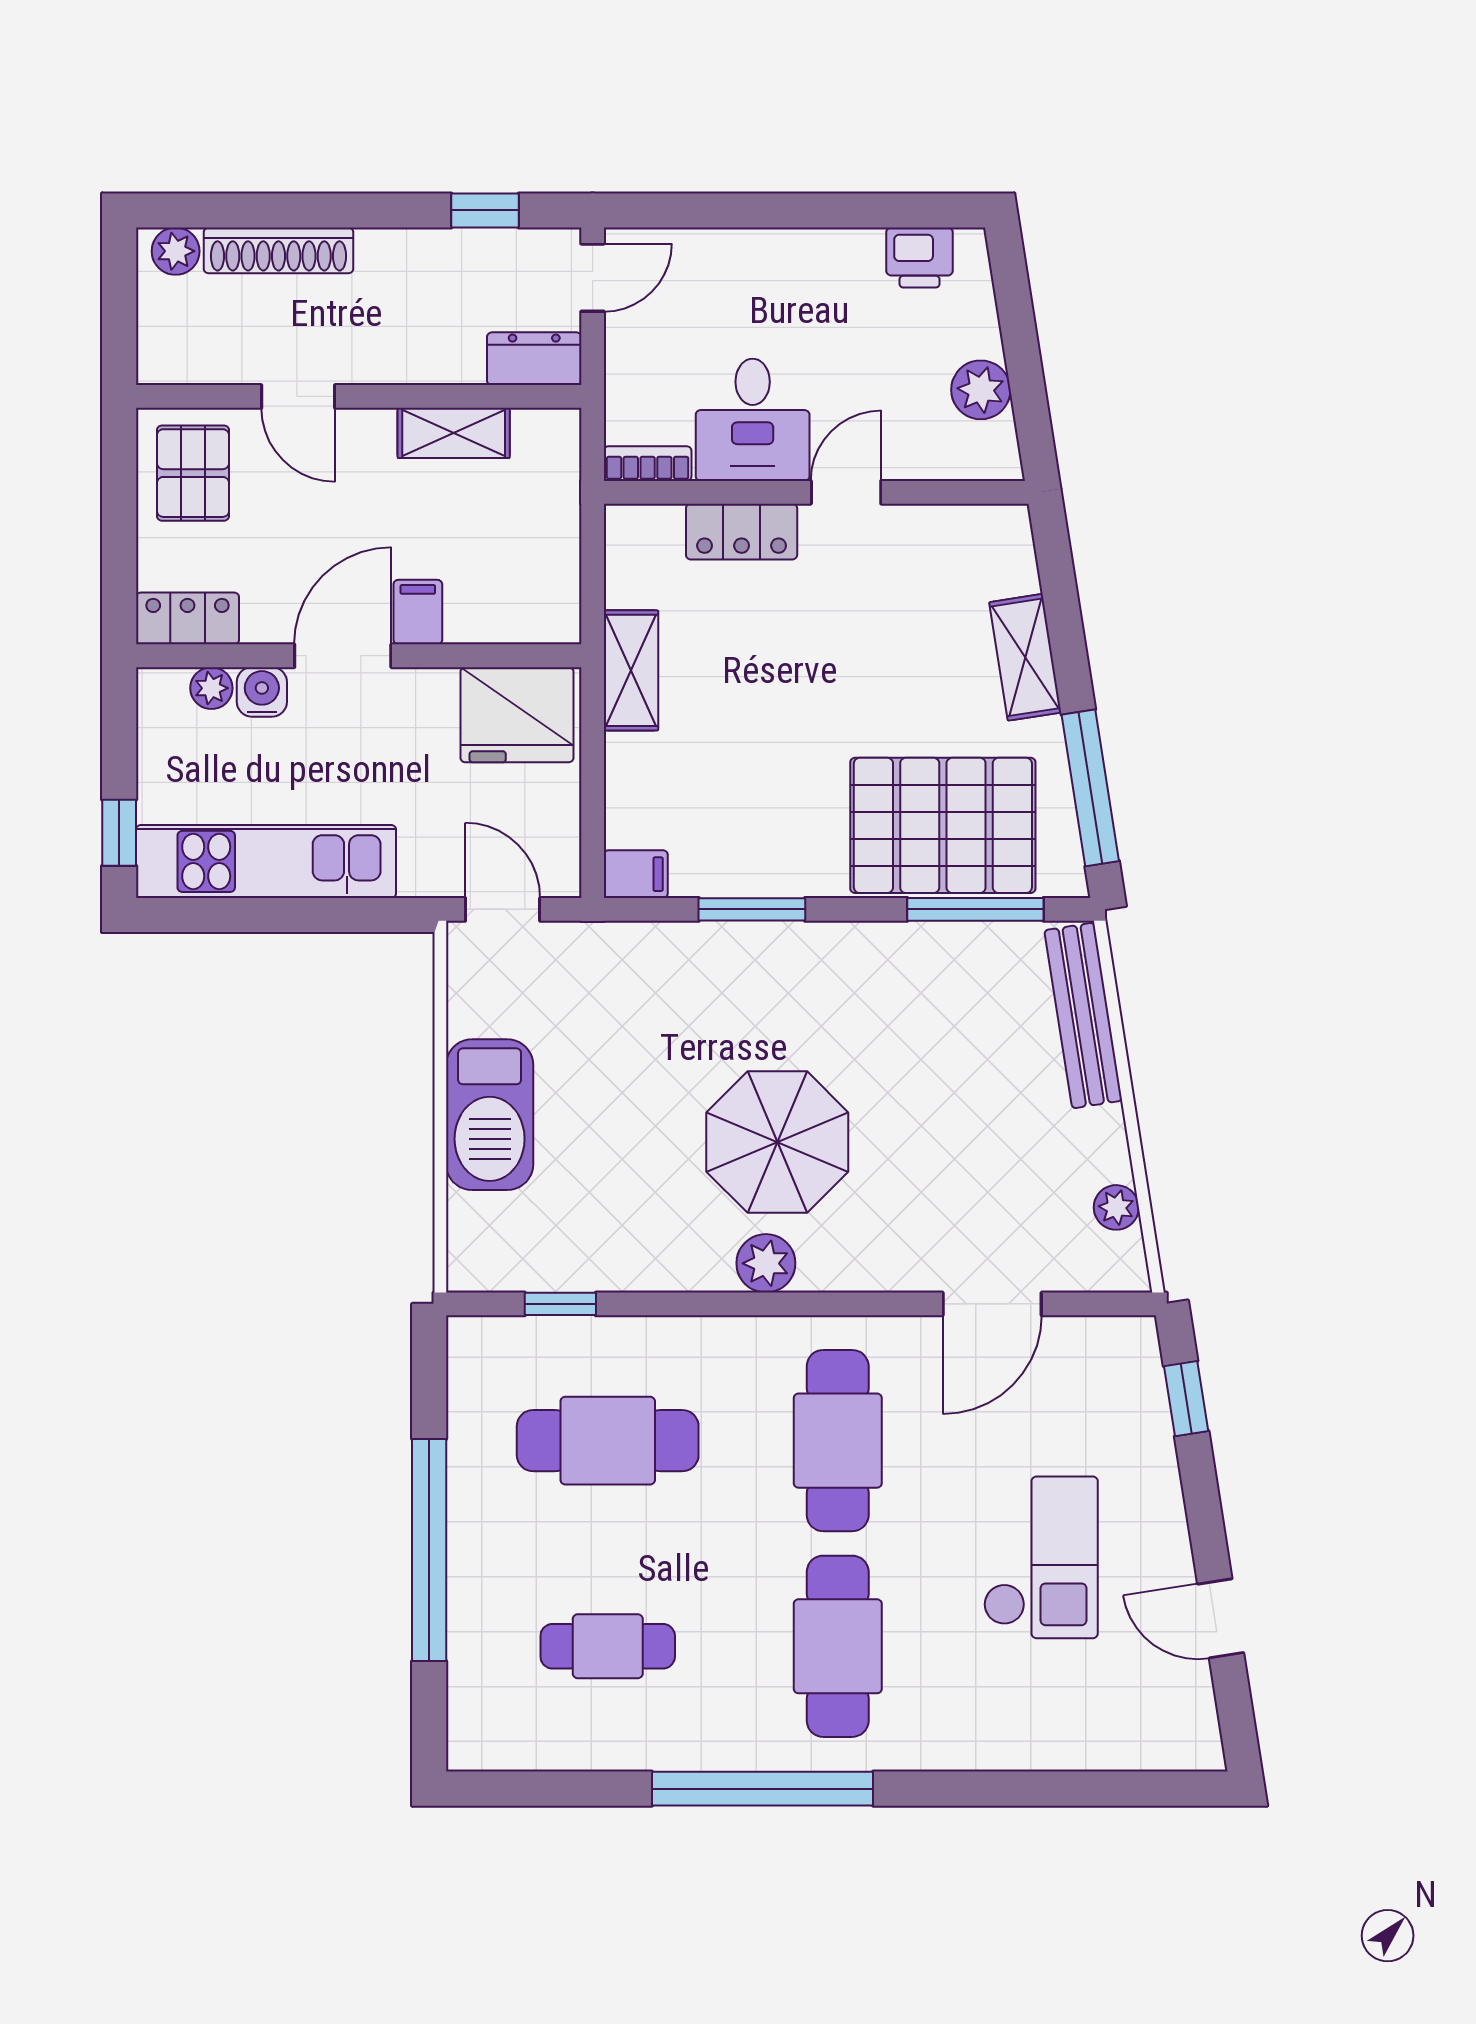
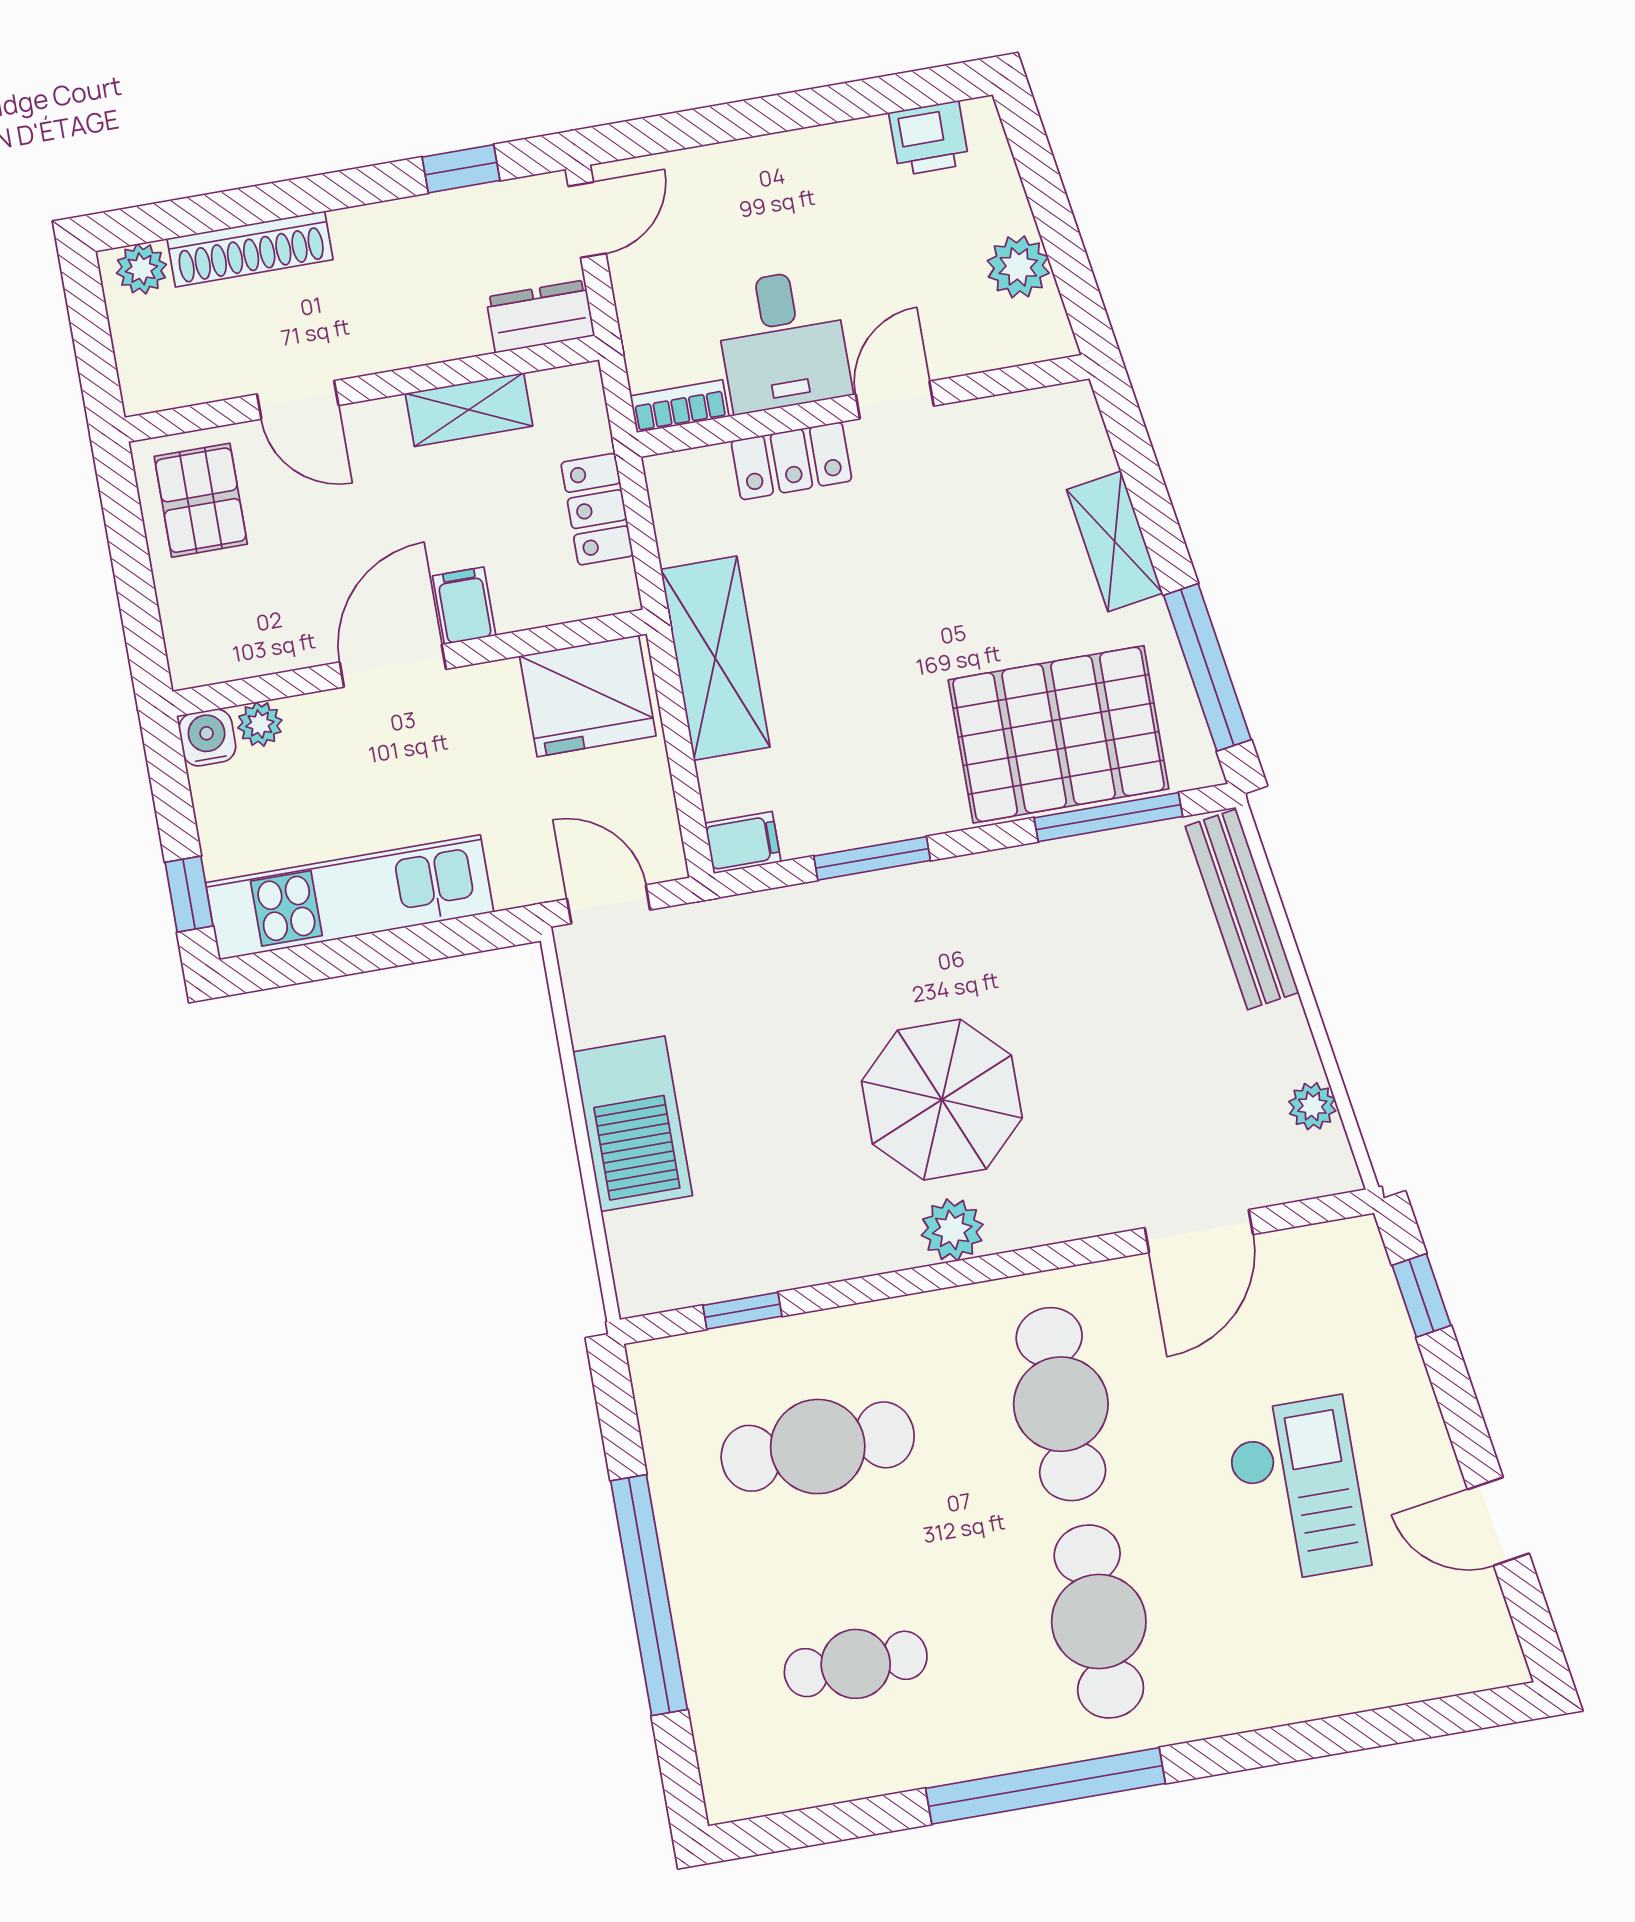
locker: (187, 618) -> (597, 509), moved, turned -90
shelving: (631, 670) -> (715, 658), width x1.50, depth x1.33
water cooler: (262, 692) -> (207, 737), moved

